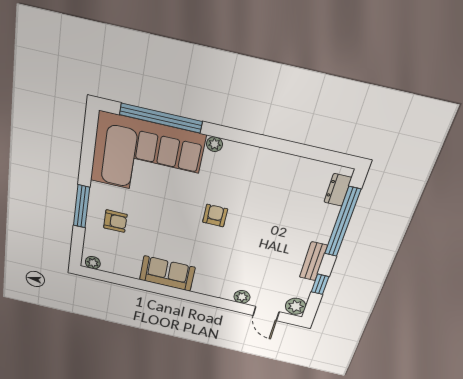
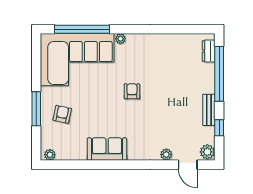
armchair: (115, 221) -> (62, 114), turned -78

